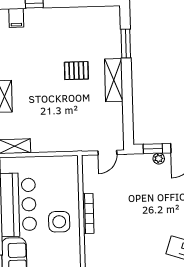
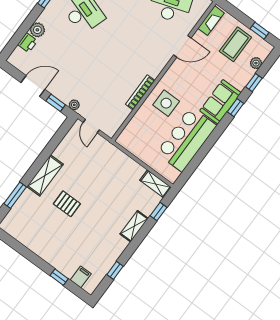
door: (107, 153) -> (91, 126), swing flipped
plant: (159, 159) -> (74, 105), moved

